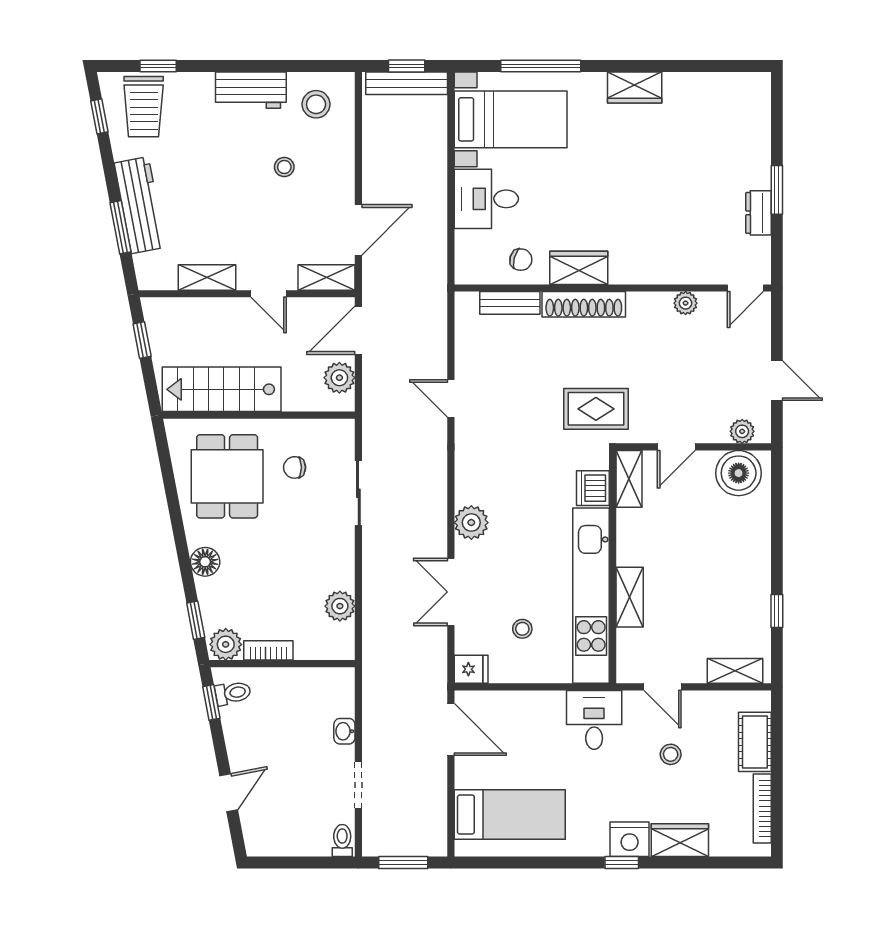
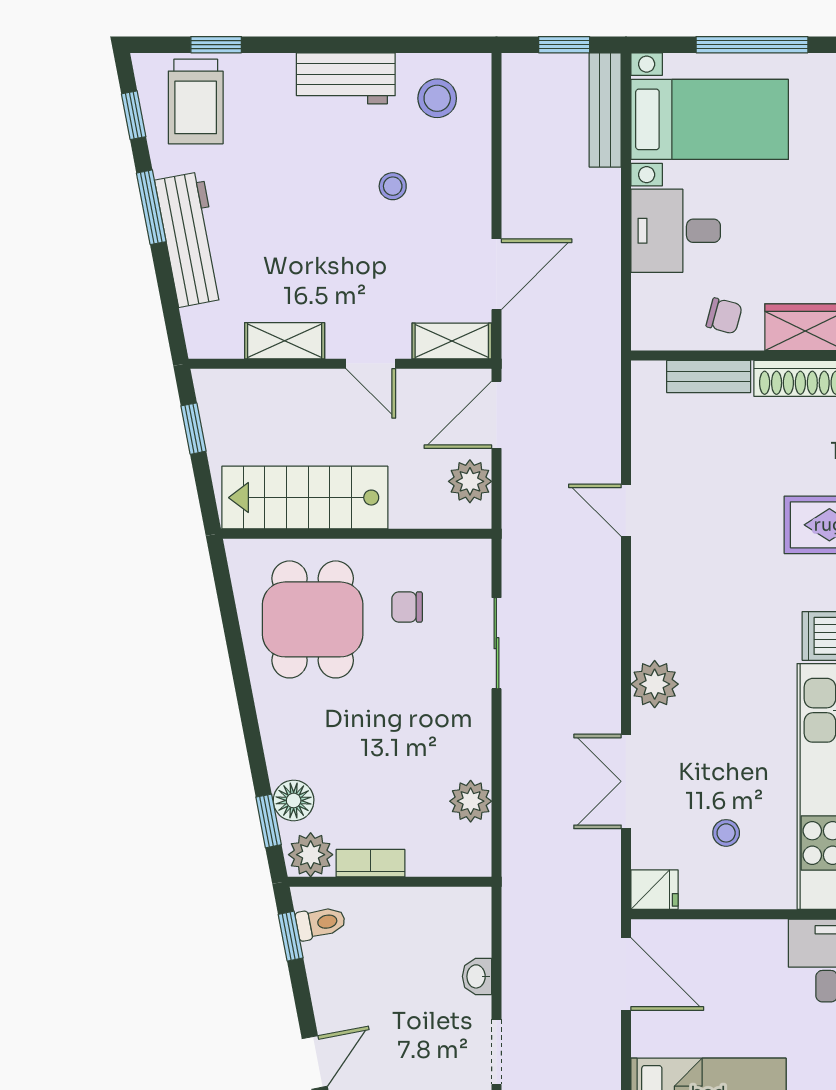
bench: (407, 83) -> (605, 110), moved, turned 90
window: (121, 227) -> (151, 207), moved
floor lamp: (205, 562) -> (294, 800), moved

